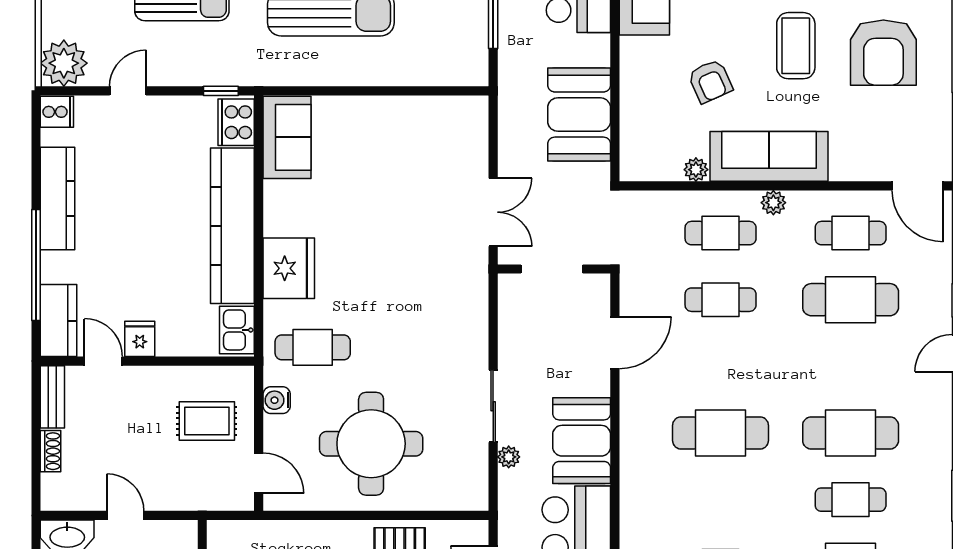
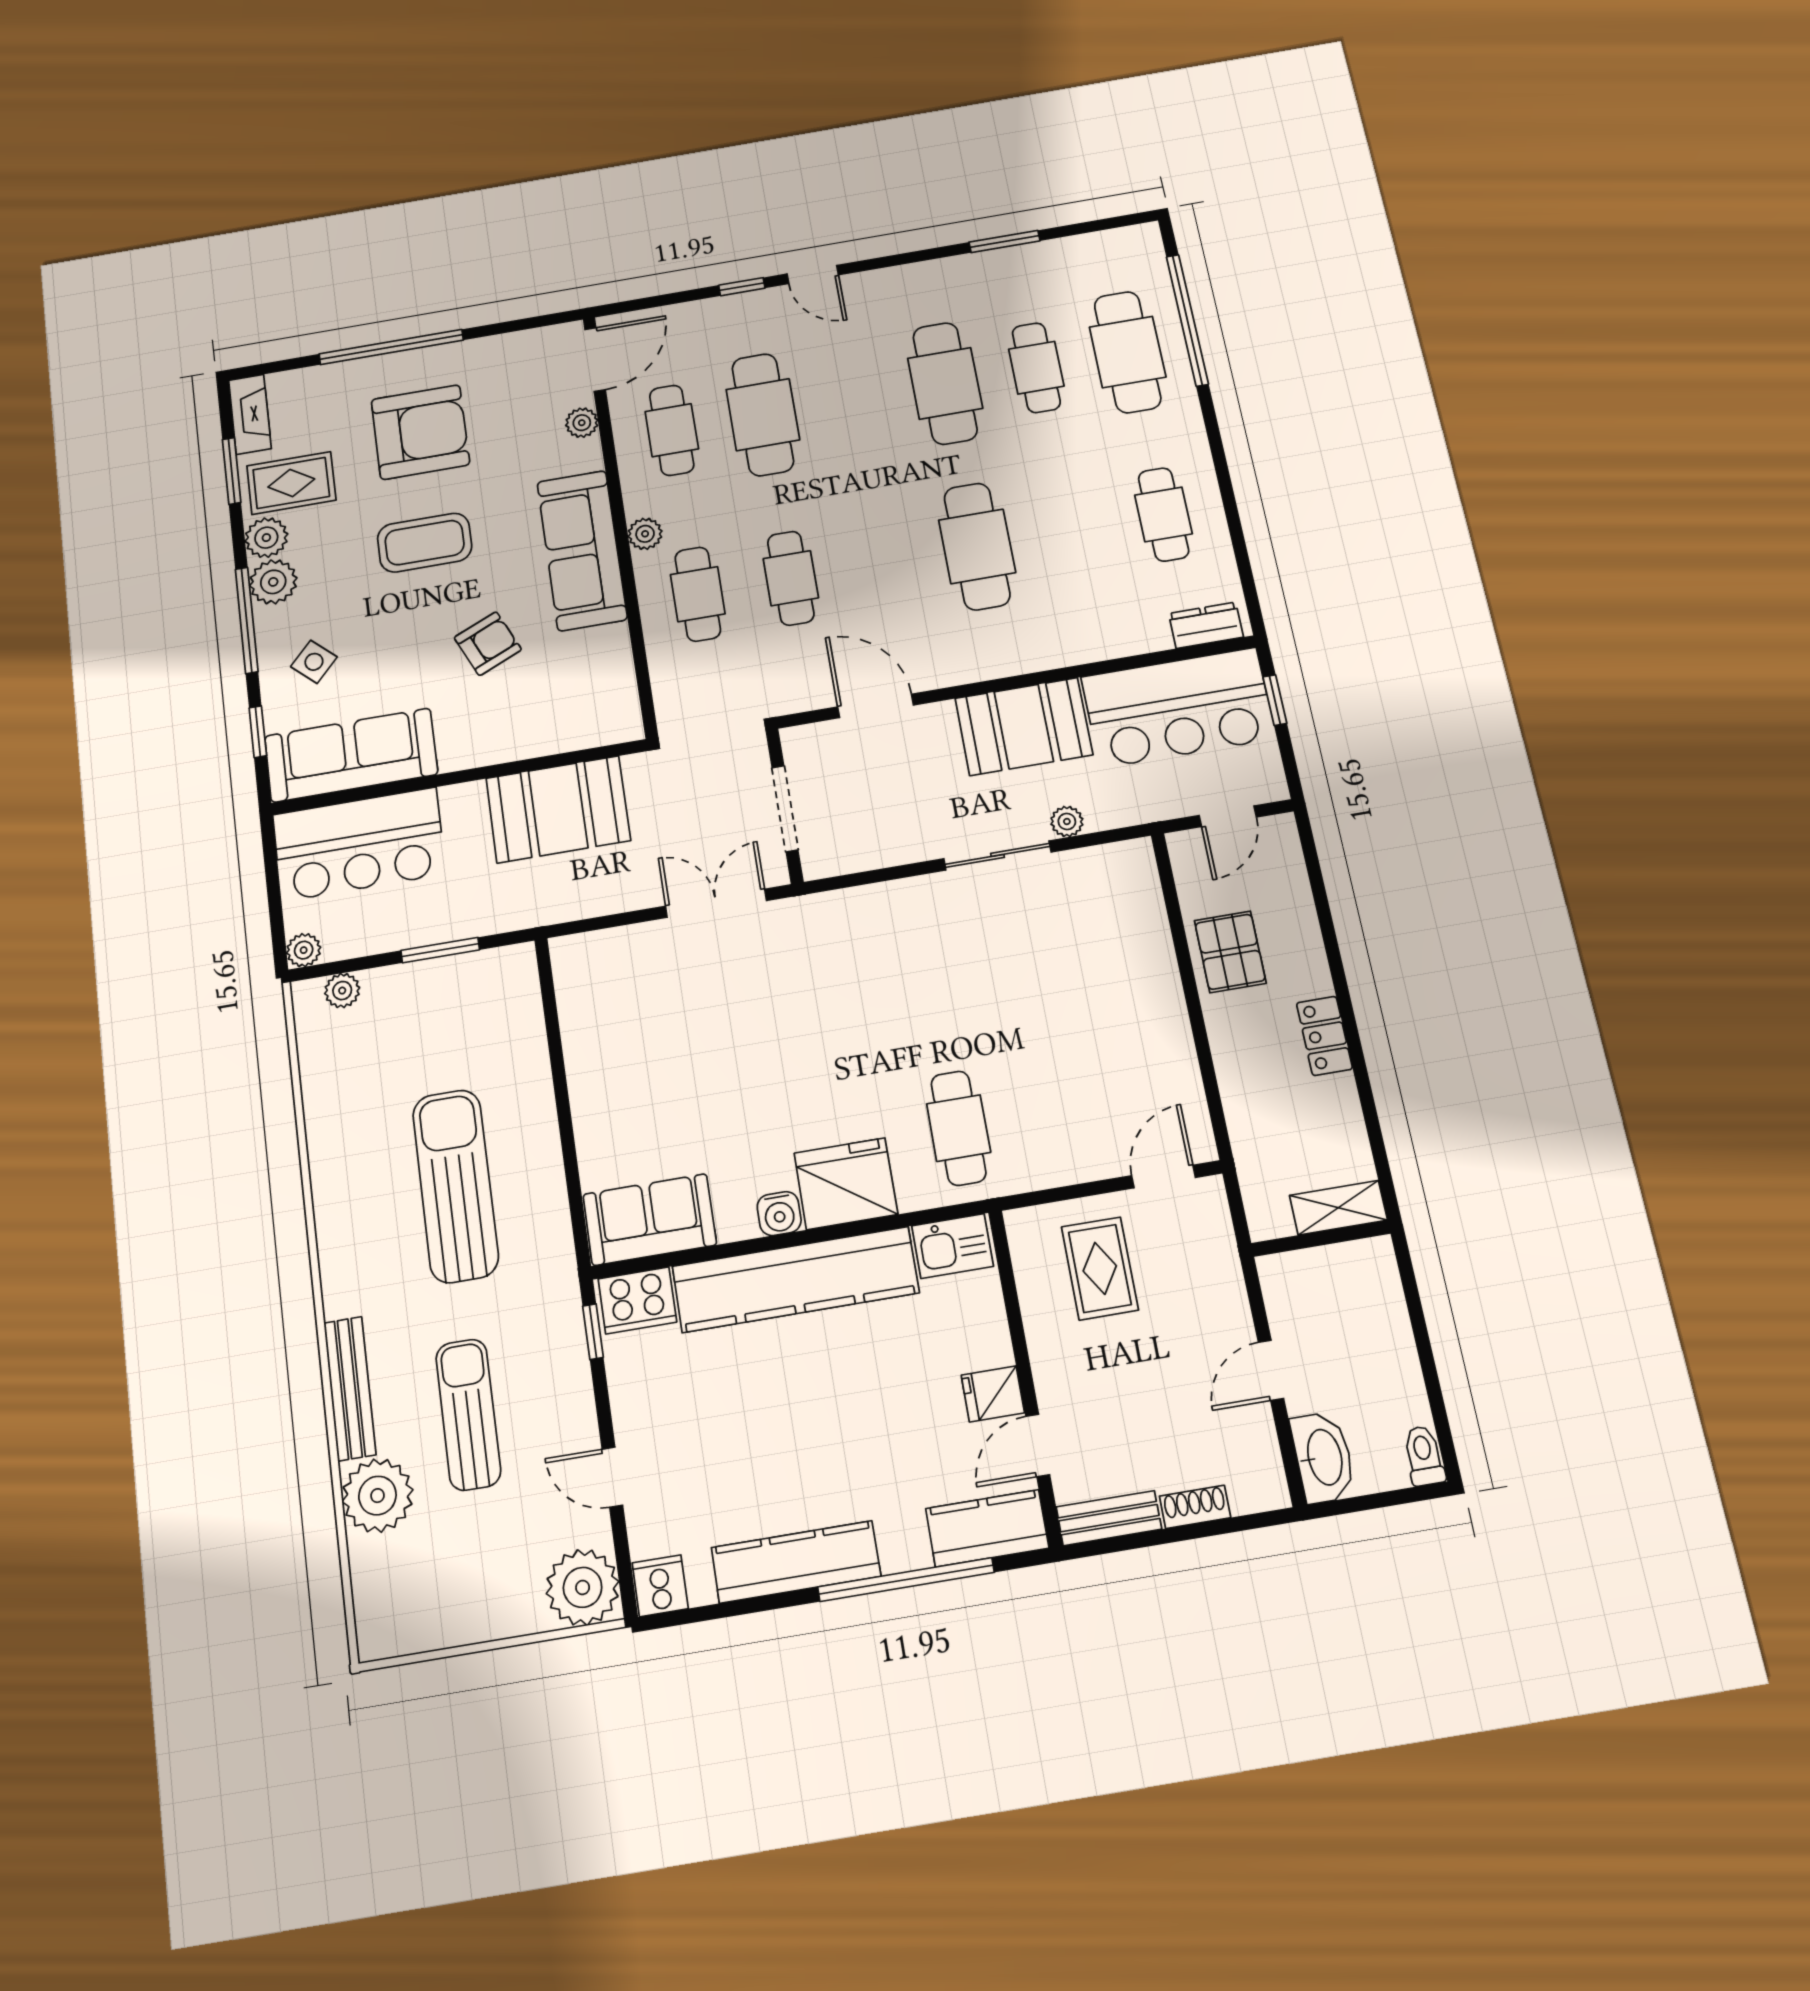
plant: (696, 170) -> (582, 423), moved
water cooler: (277, 400) -> (779, 1214), moved
round table: (371, 444) -> (1086, 1019), removed

